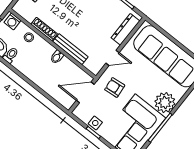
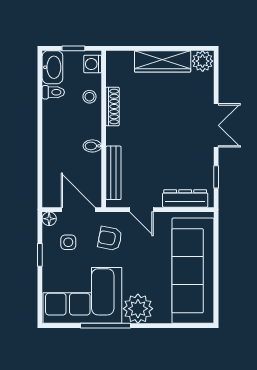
bench: (70, 49) -> (113, 173), moved
armchair: (115, 87) -> (110, 238), turned -73
floor lamp: (78, 112) -> (49, 219), added
side table: (95, 123) -> (68, 242), moved

